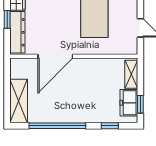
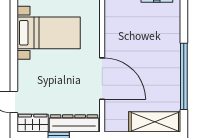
window: (110, 126) -> (184, 15), removed

